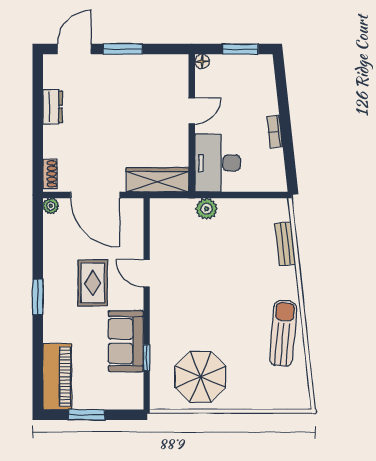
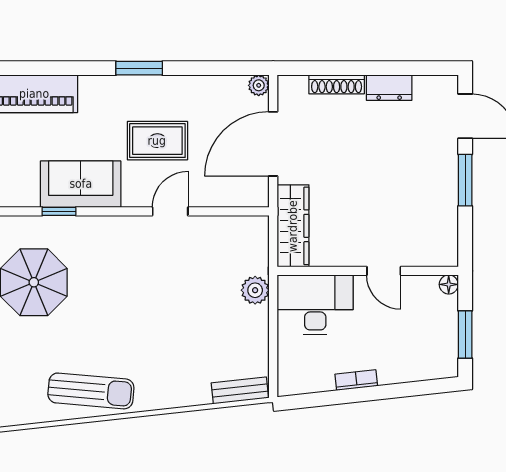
shoe rack: (50, 174) -> (337, 84), moved, width x1.43
bench: (285, 244) -> (240, 390), moved

